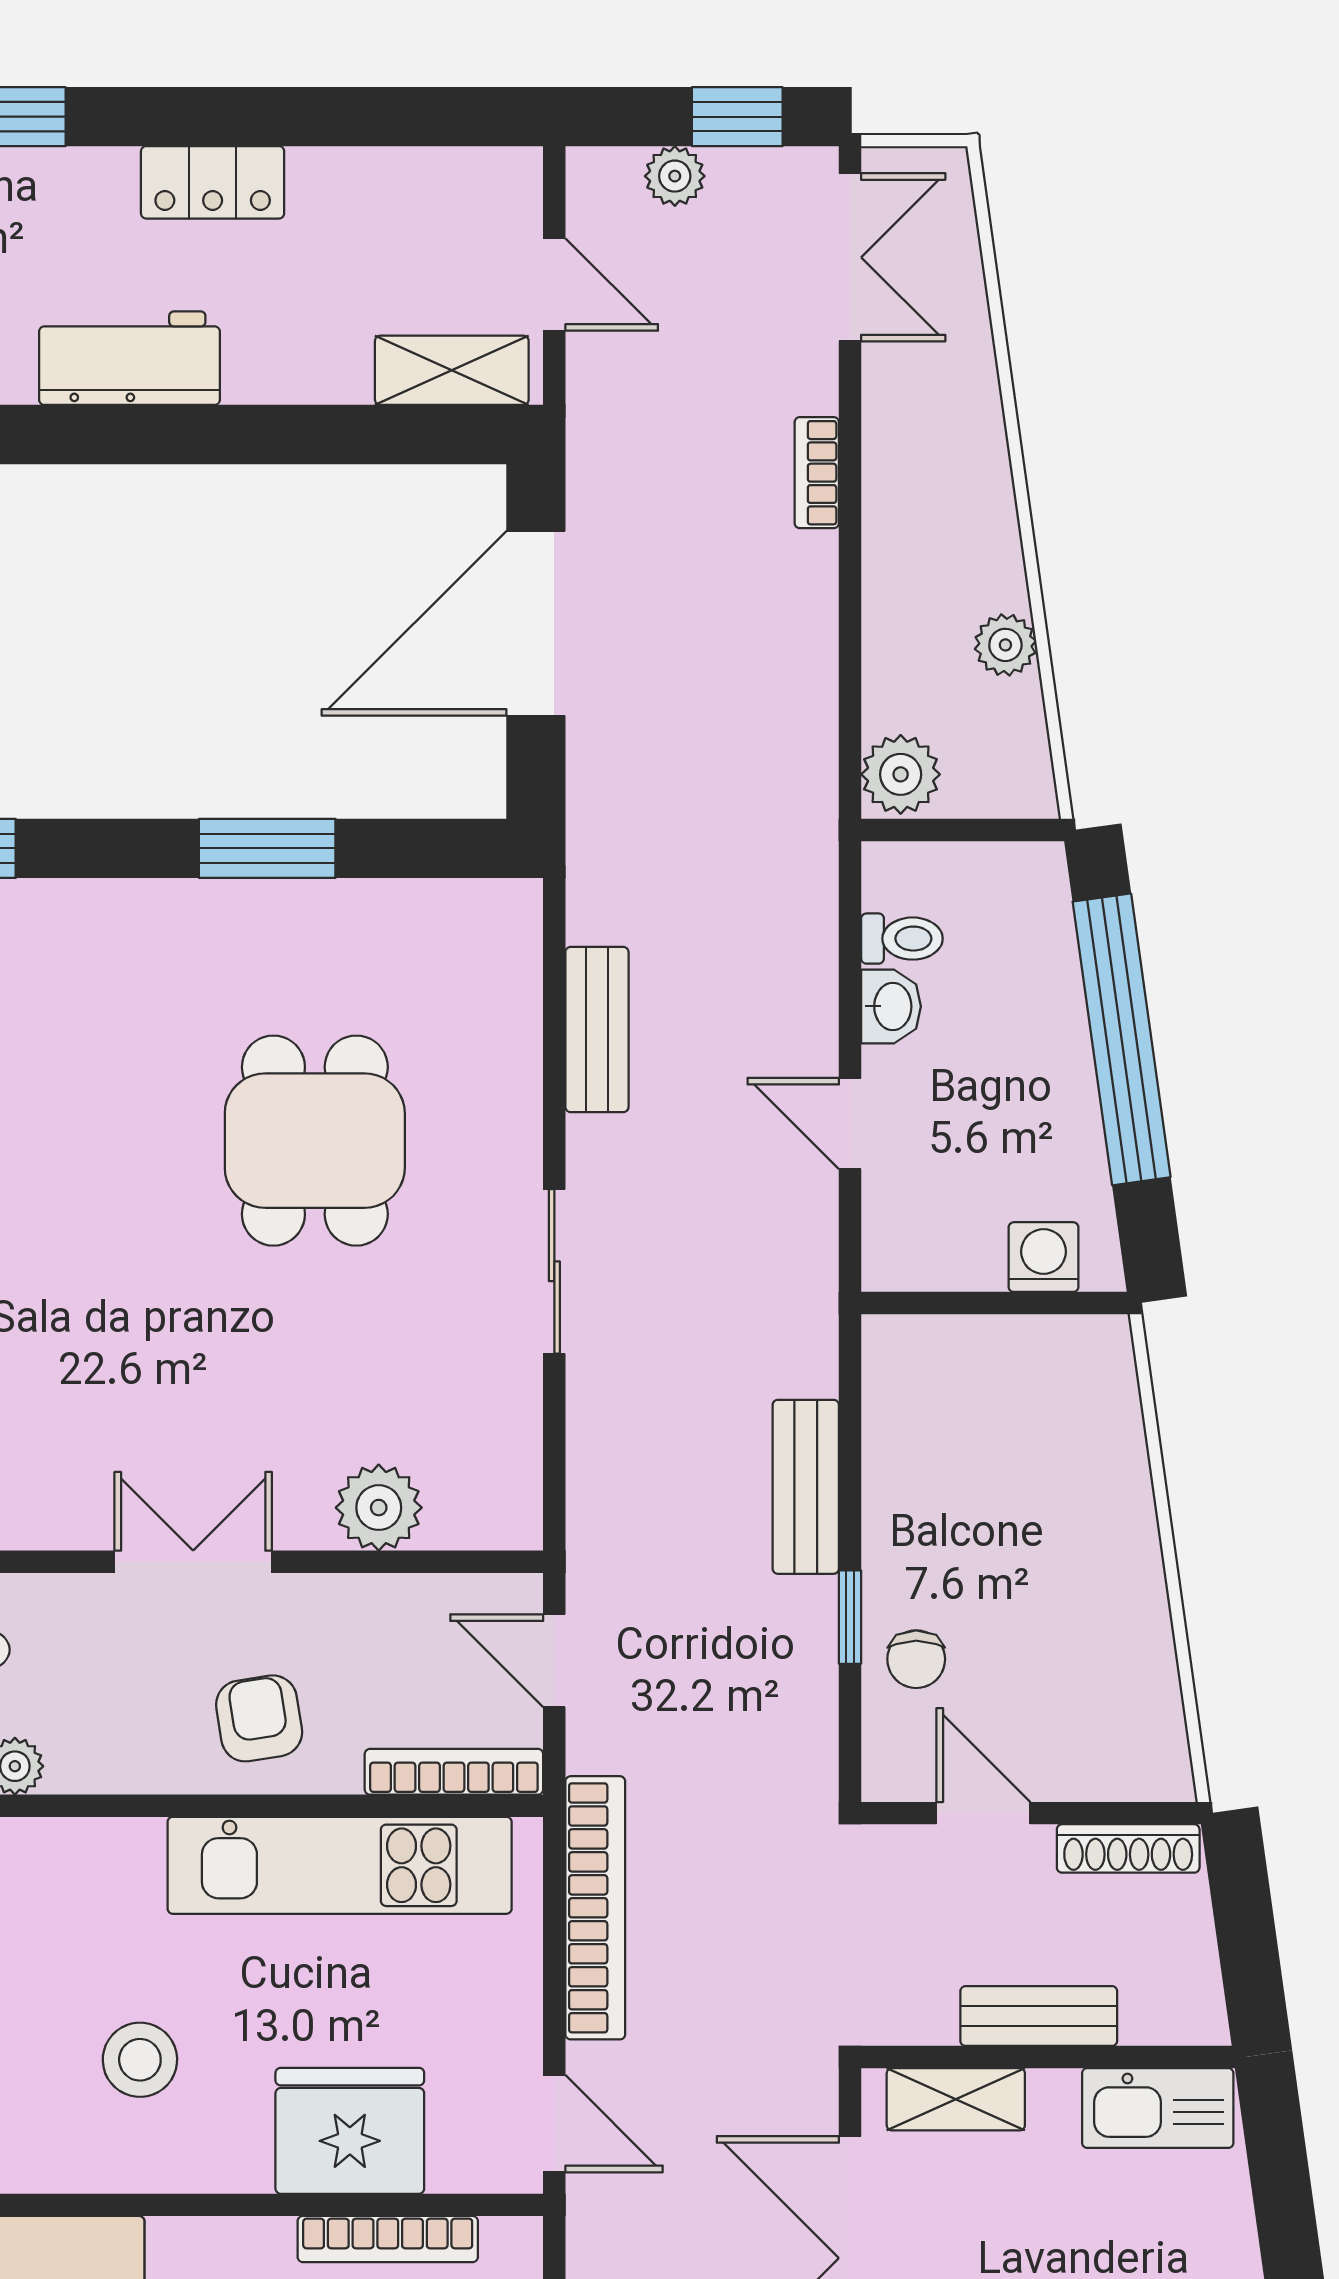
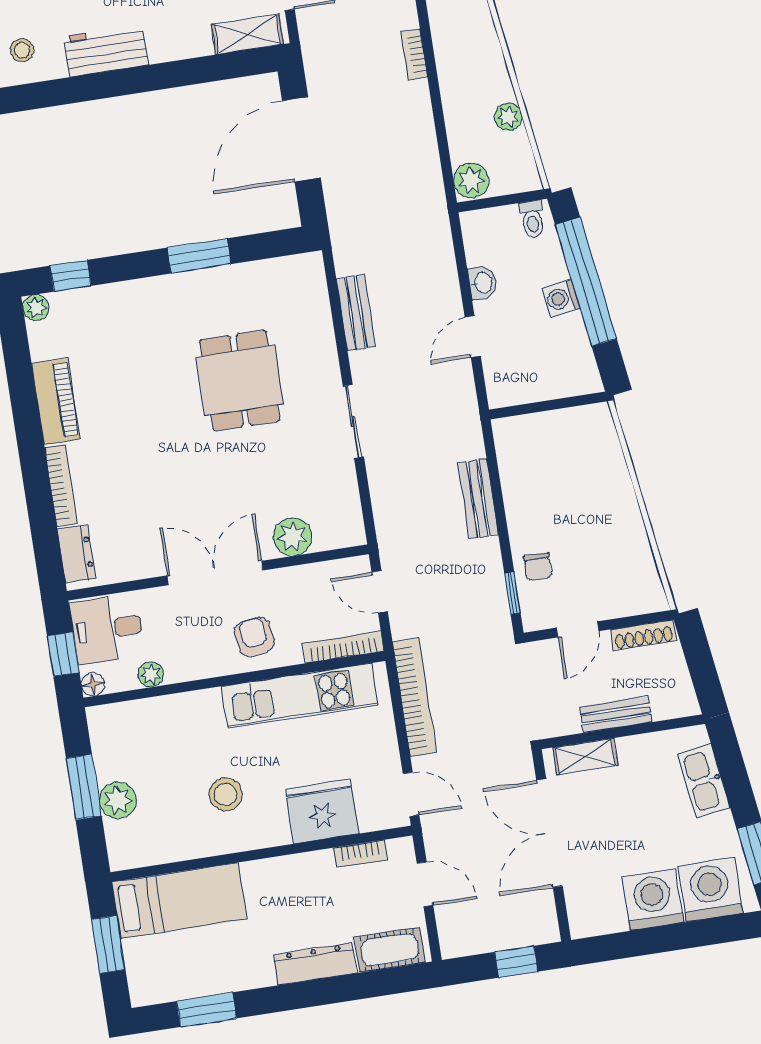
toilet: (902, 939) -> (532, 219), moved, turned 90
door: (850, 1123) -> (473, 337), hinge flipped
washing machine: (1044, 1257) -> (561, 298), moved, turned -98
double door: (193, 1562) -> (215, 573), width x1.37
window: (850, 1617) -> (512, 593), moved
door: (983, 1813) -> (578, 629), swing flipped
kitchen sink: (1158, 2108) -> (704, 781), moved, turned 82
bookcase: (388, 2239) -> (360, 854), width x0.64

